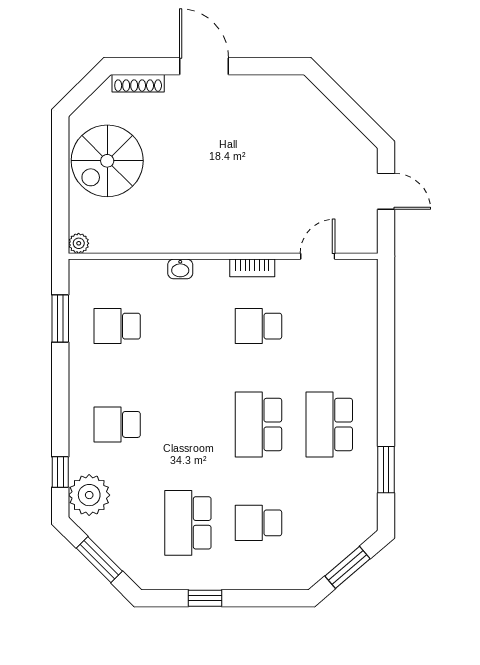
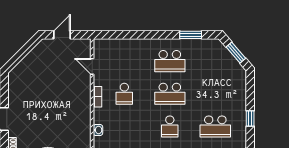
school desk: (259, 523) -> (170, 126), moved

